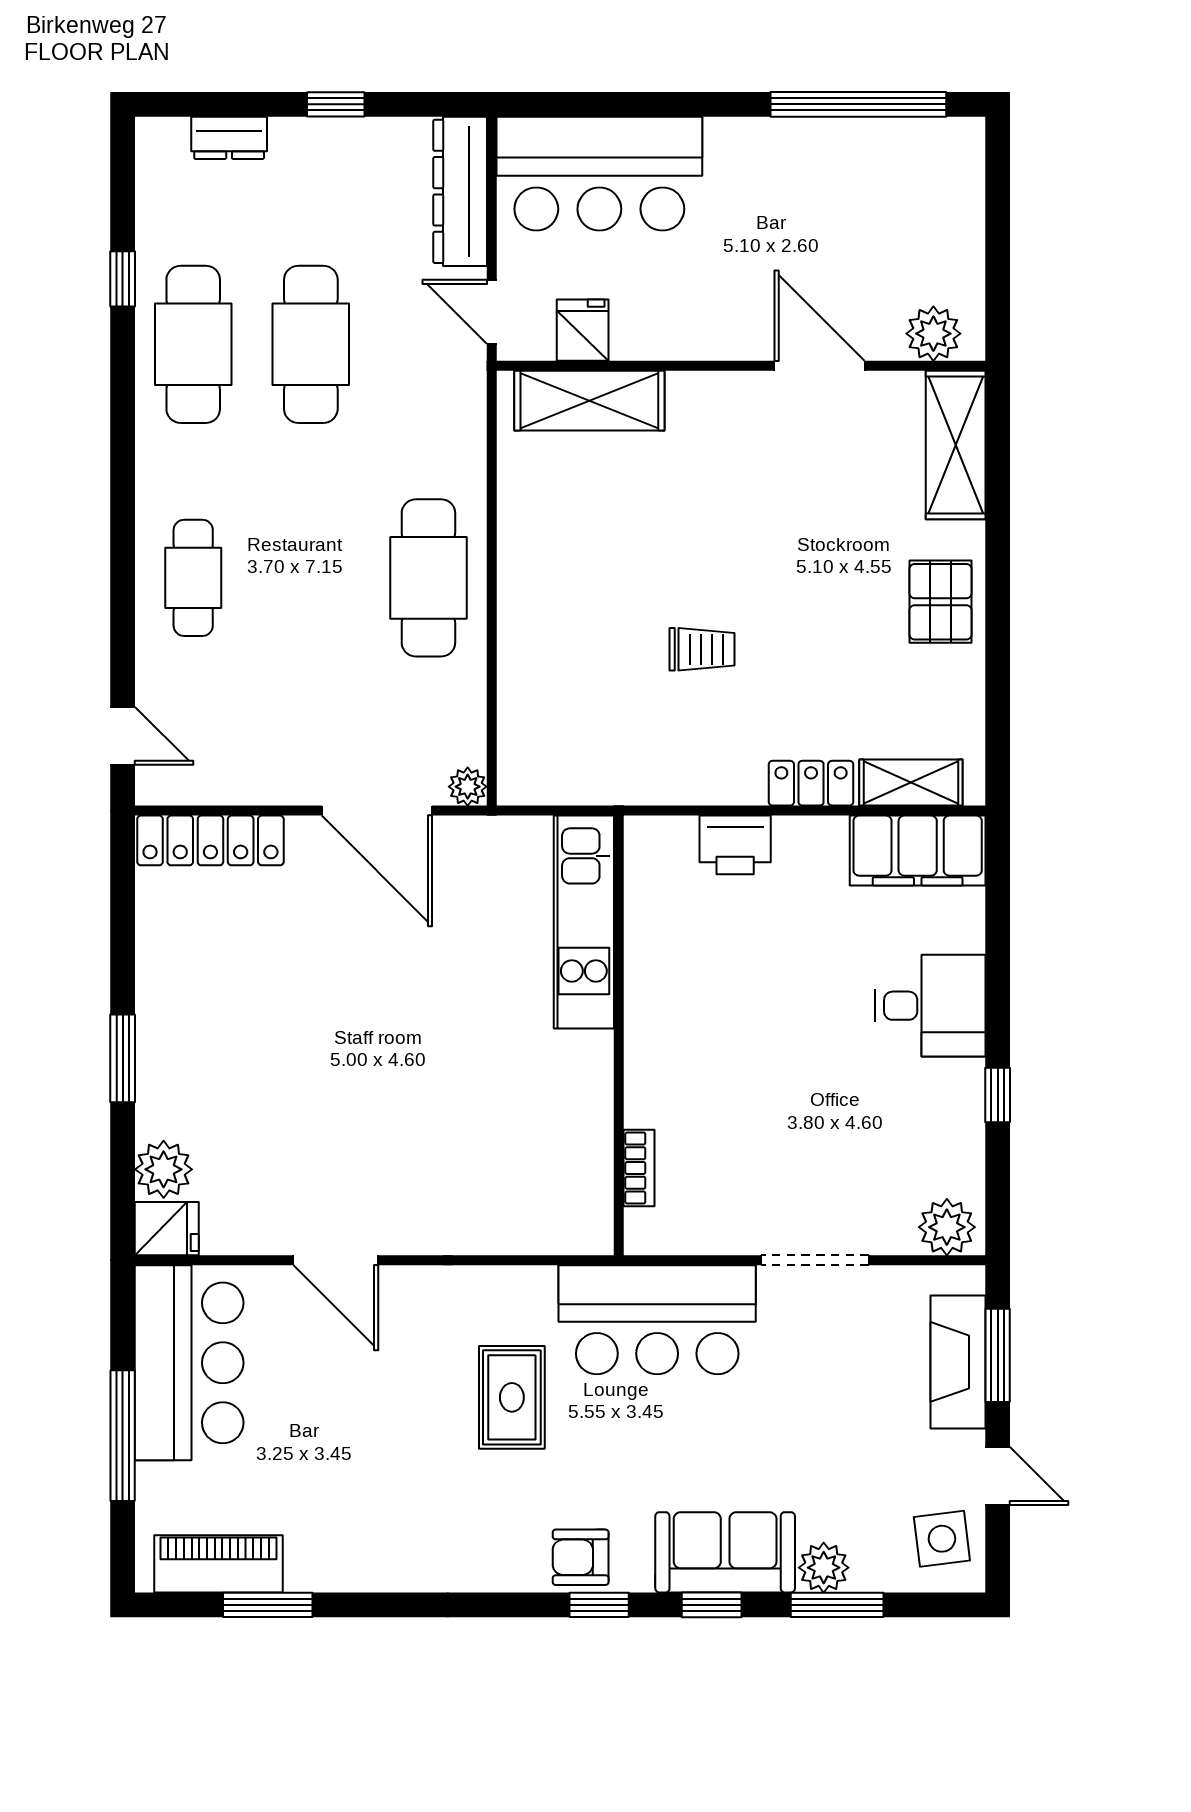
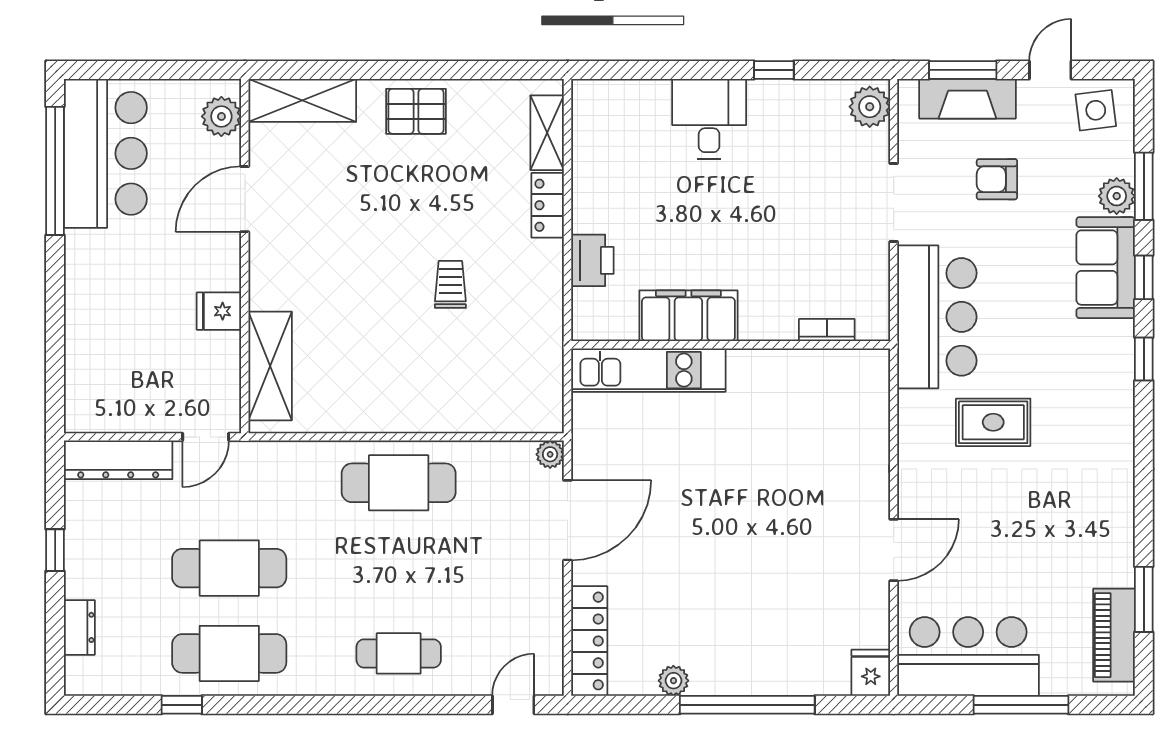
bar counter: (599, 174) -> (105, 153), moved
fridge: (583, 330) -> (219, 311), moved
filing cabinet: (918, 851) -> (688, 316), moved, turned -90
window: (123, 1058) -> (747, 705), width x2.11
plant: (164, 1169) -> (673, 681), moved, width x0.73, depth x0.73
armchair: (581, 1557) -> (997, 179), moved, turned 90

